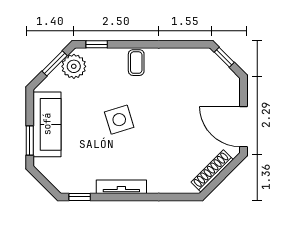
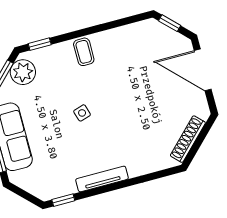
side table: (119, 120) -> (82, 113), width x0.54, depth x0.54
door: (244, 127) -> (203, 70), moved

